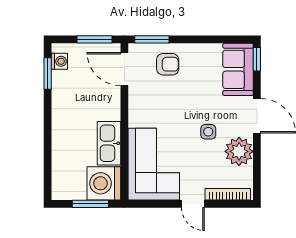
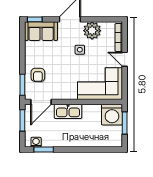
armchair: (168, 64) -> (38, 75), turned 180
kitchen sink: (109, 143) -> (68, 111), moved
door: (193, 204) -> (125, 59), swing flipped

